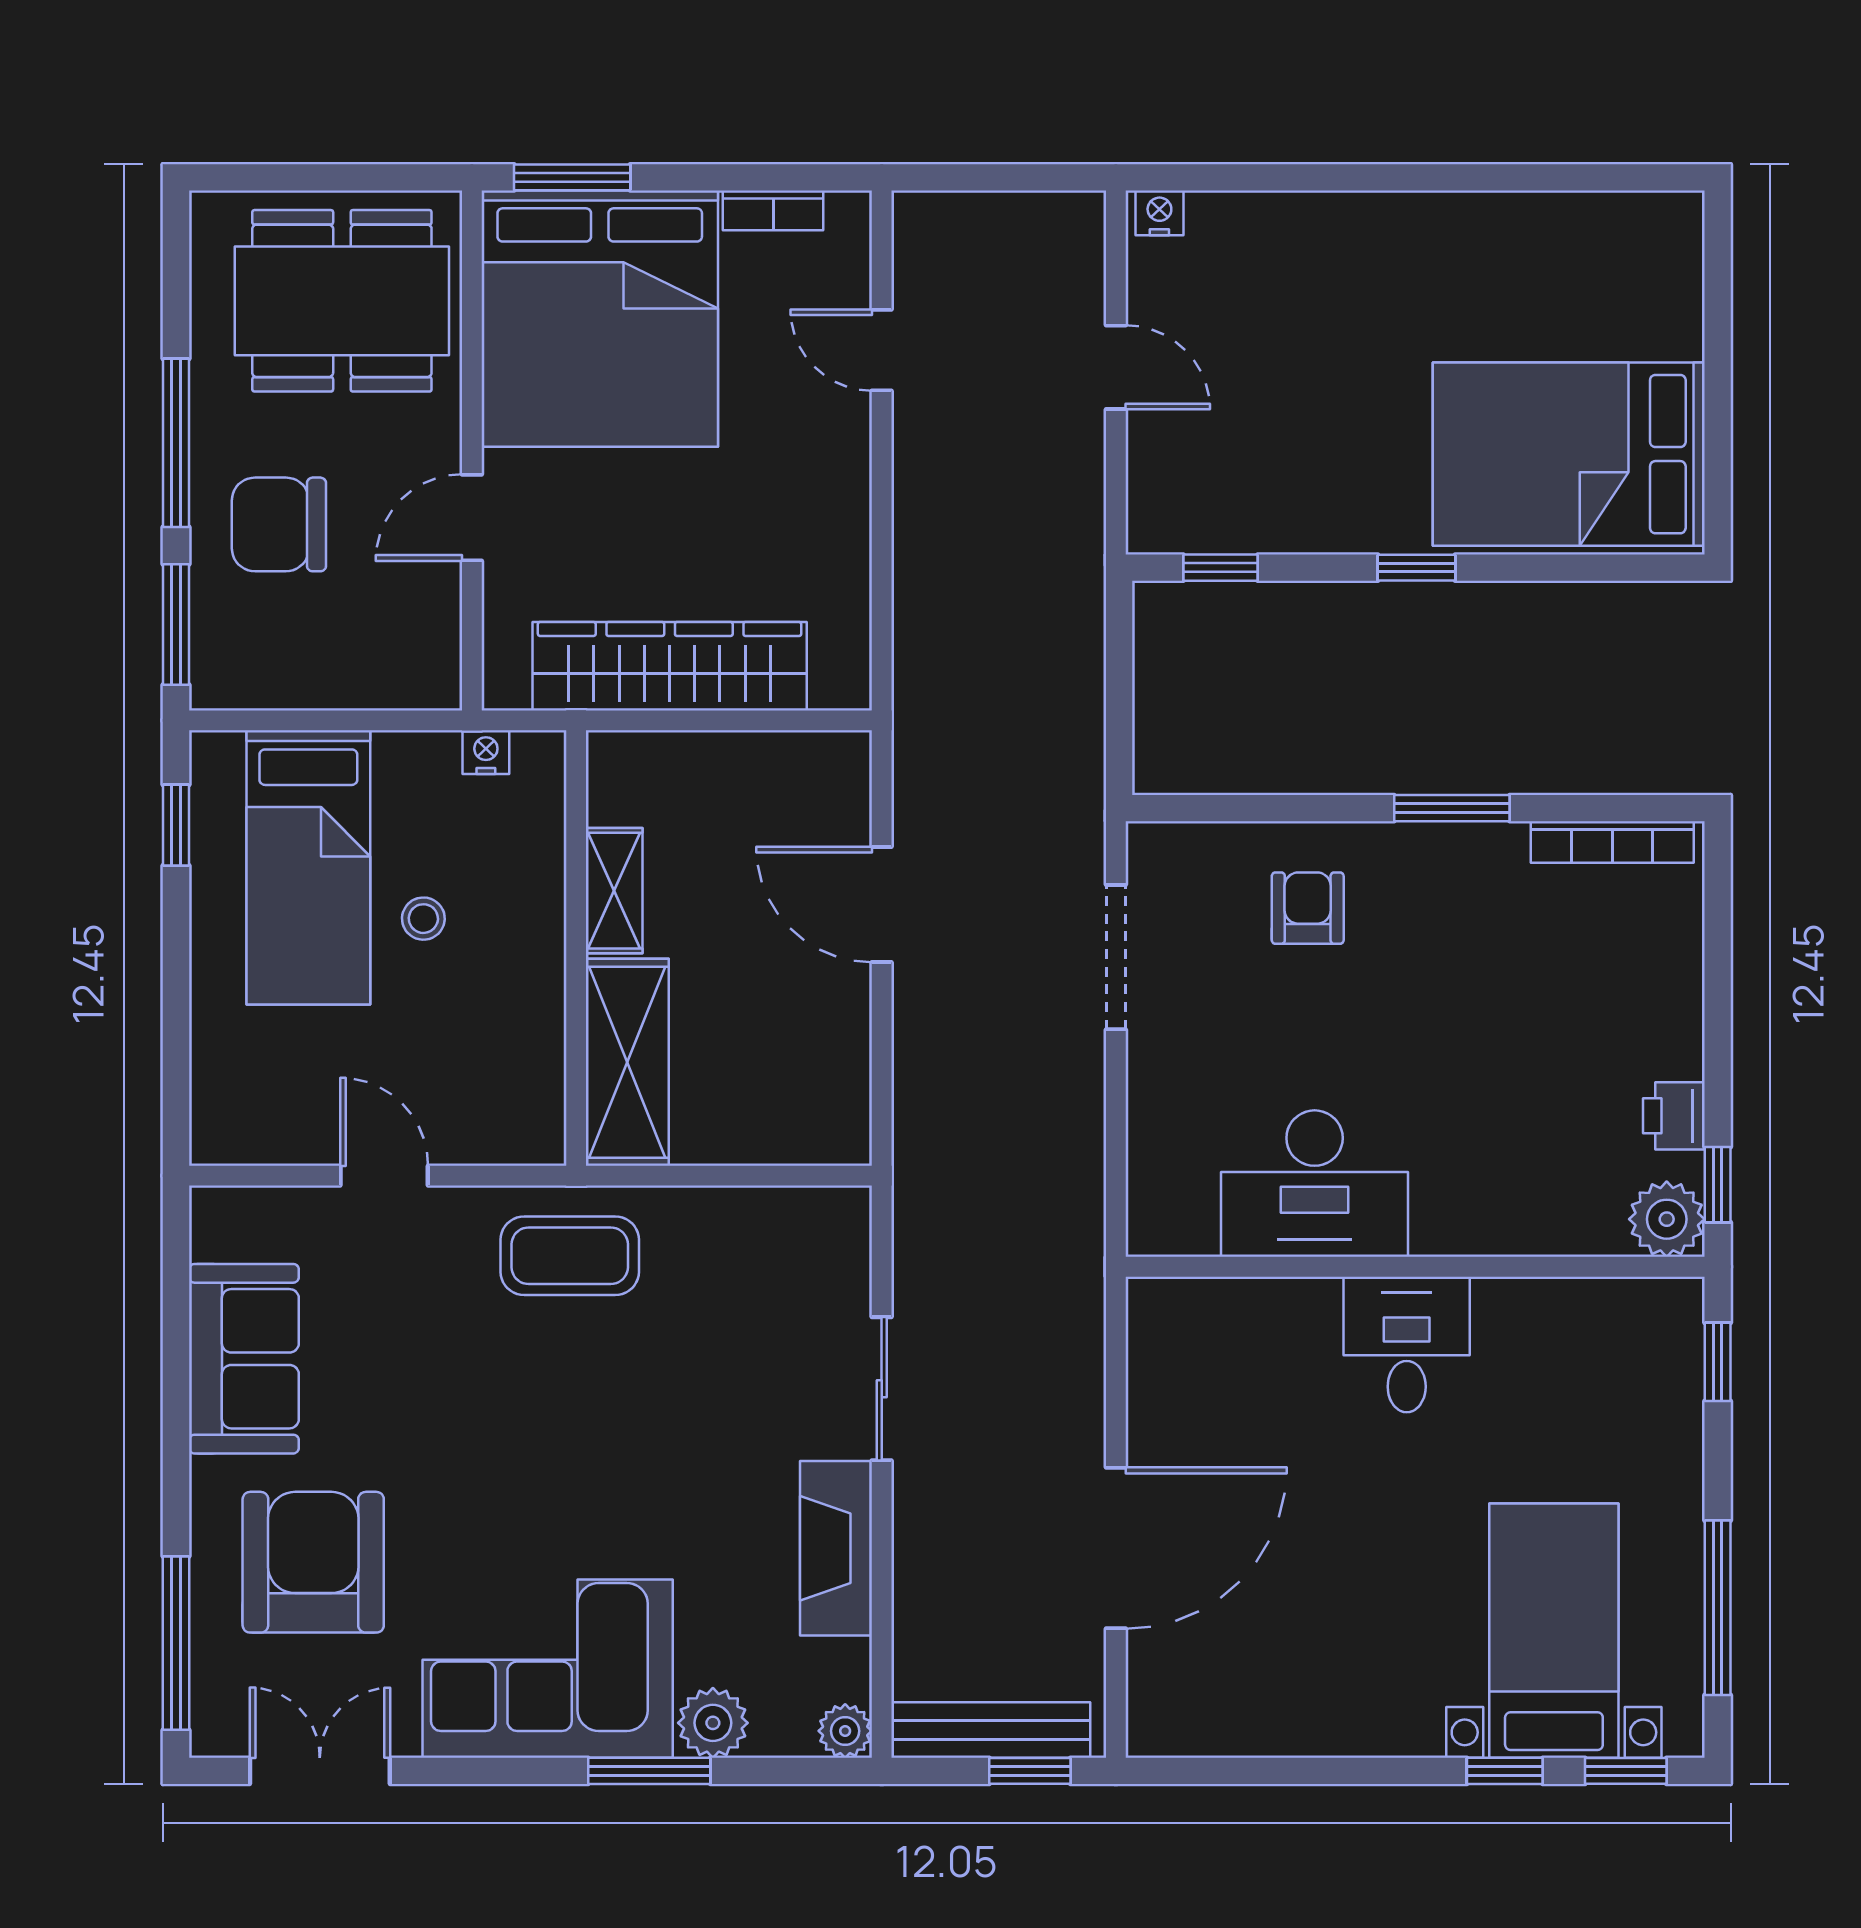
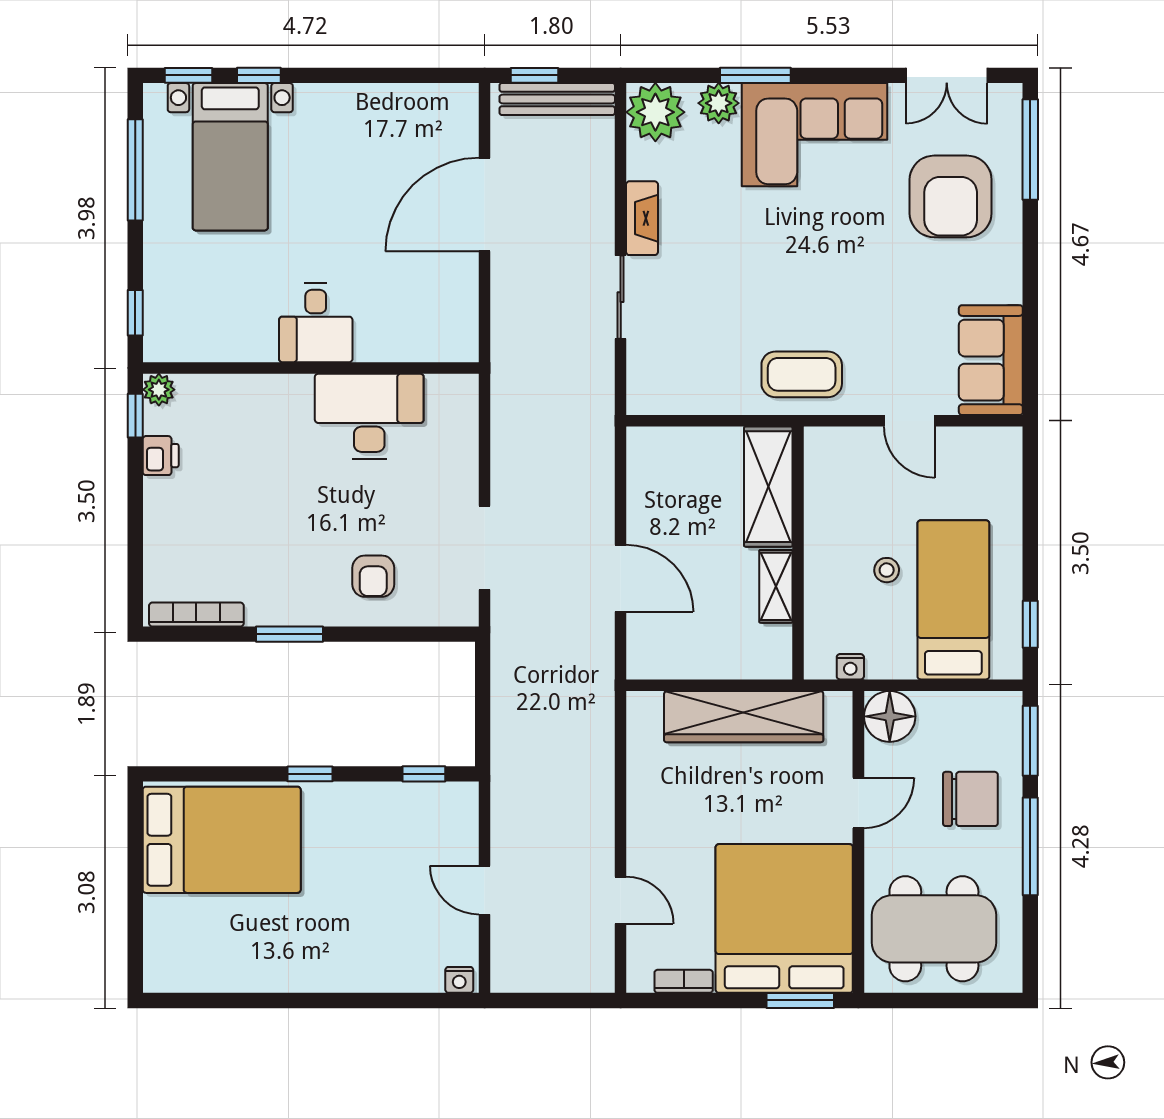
floor lamp: (418, 667) -> (890, 716), added
plant: (1667, 1219) -> (159, 390), width x0.73, depth x0.73
sofa: (244, 1359) -> (991, 360), moved
fireplace: (836, 1548) -> (642, 218), width x0.73, depth x0.76
plant: (845, 1731) -> (655, 112), width x1.87, depth x1.87

